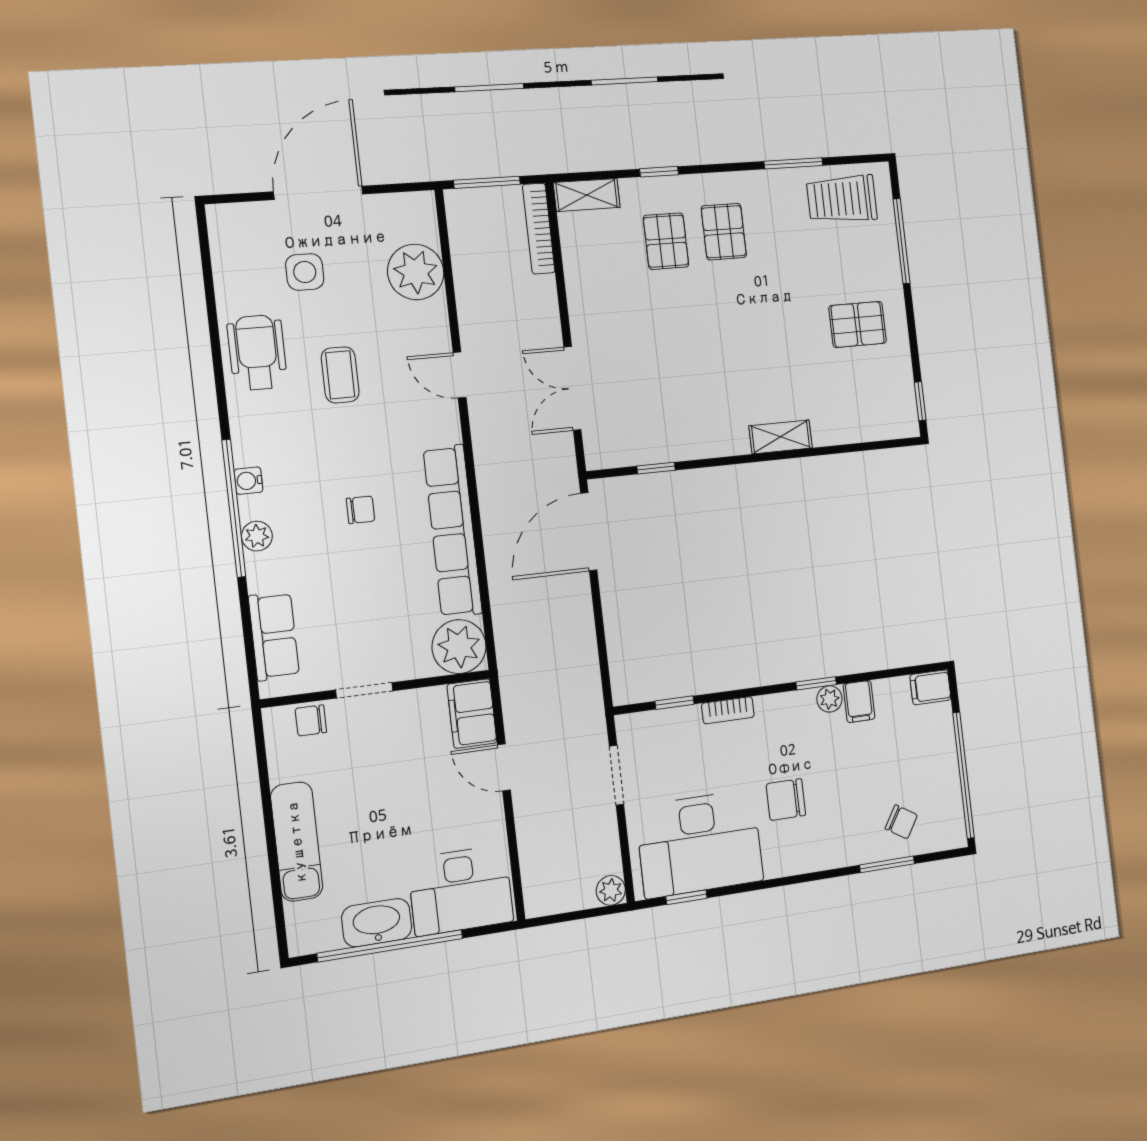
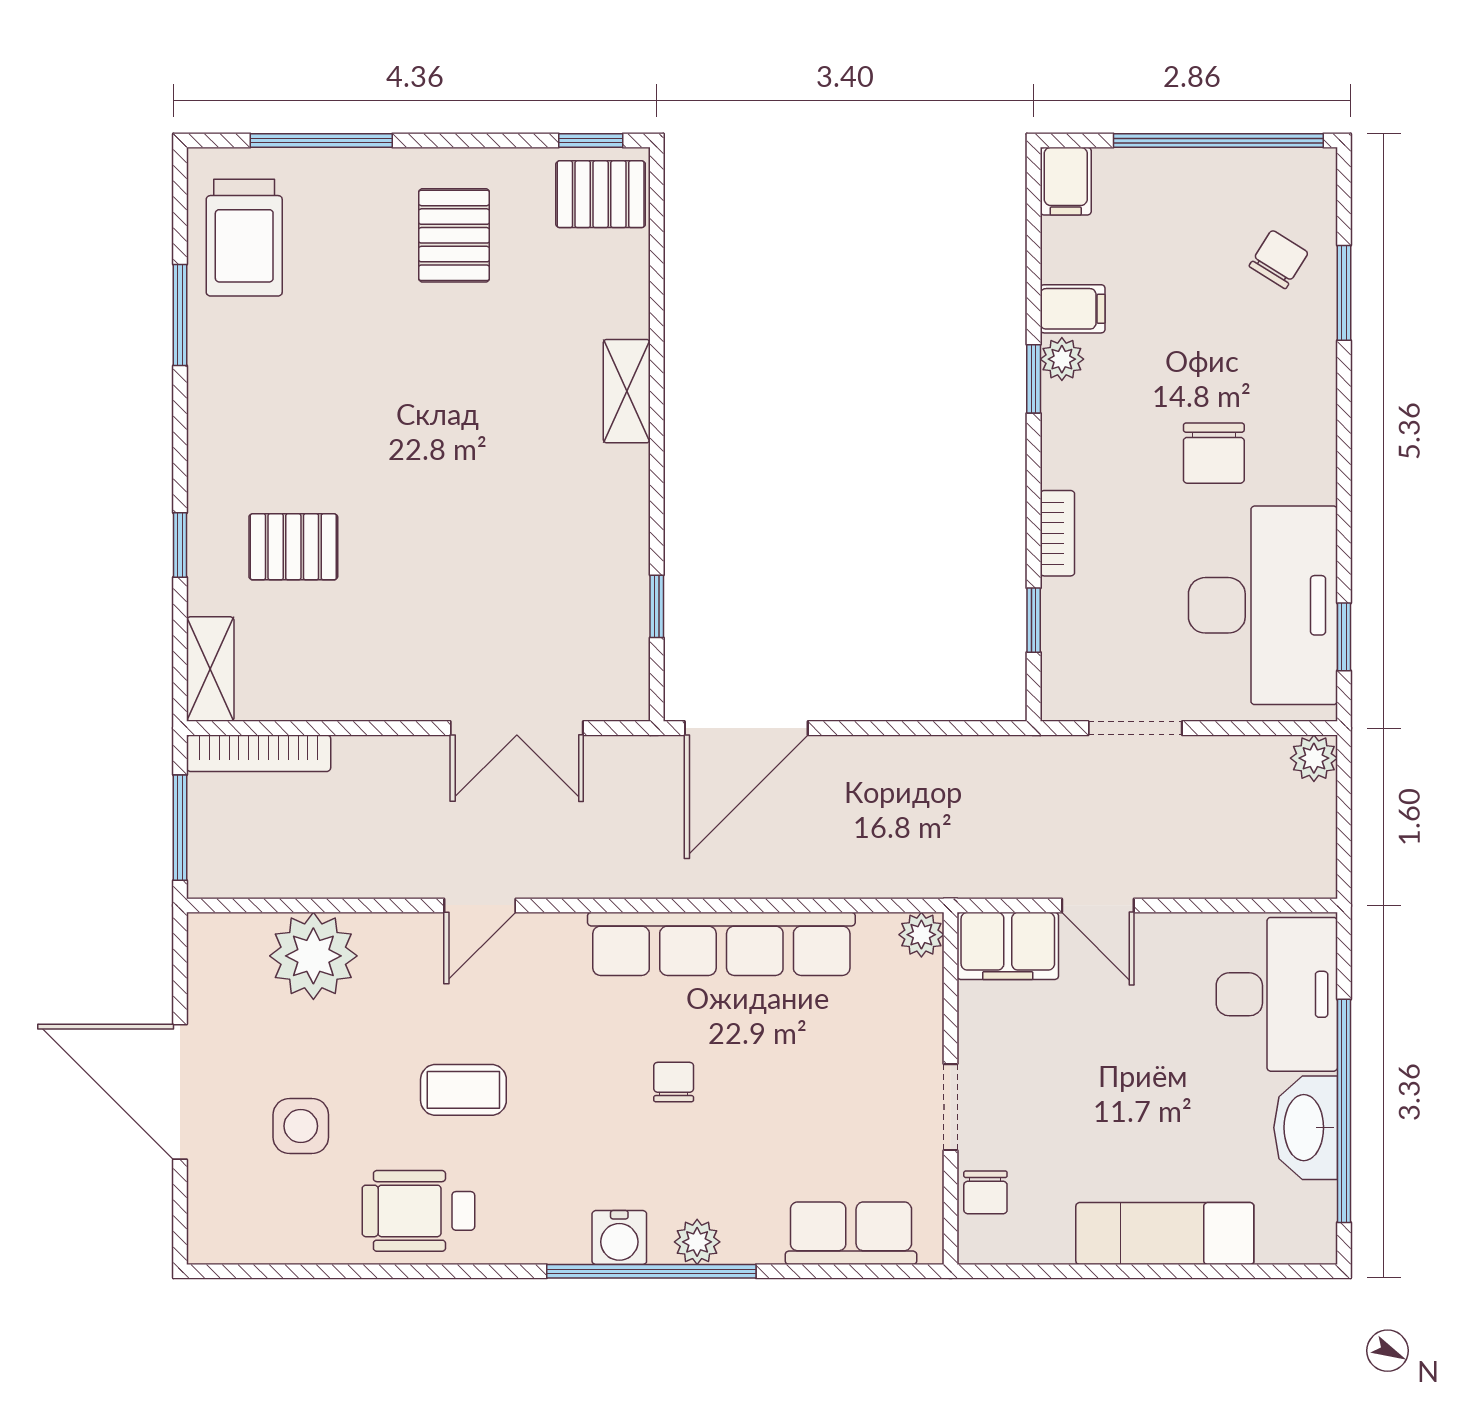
pallet: (724, 232) -> (601, 194), moved
water cooler: (249, 481) -> (619, 1238), width x1.38, depth x1.38
door: (589, 532) -> (746, 728), hinge flipped
plant: (459, 647) -> (921, 935), width x0.53, depth x0.53
door: (504, 767) -> (1098, 905), hinge flipped

